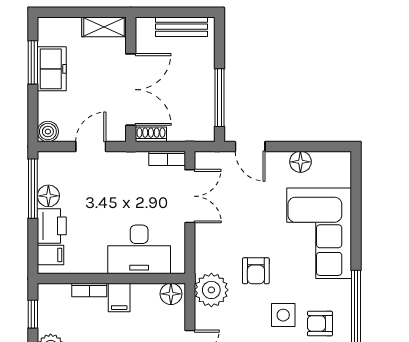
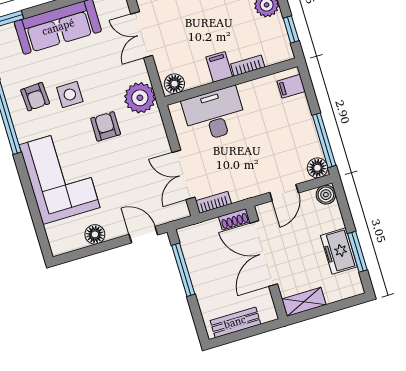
floor lamp: (48, 196) -> (317, 168), moved
printer: (52, 226) -> (298, 112), removed
armchair: (320, 324) -> (35, 97), turned 87

